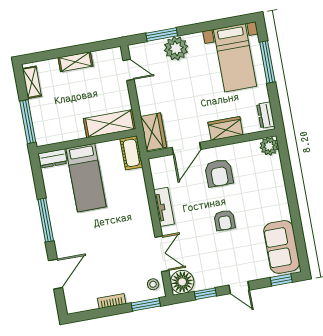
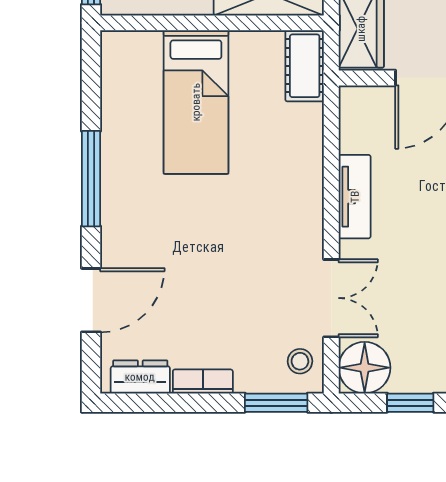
dresser: (53, 158) -> (140, 377), moved, turned 180

